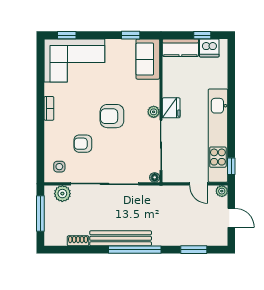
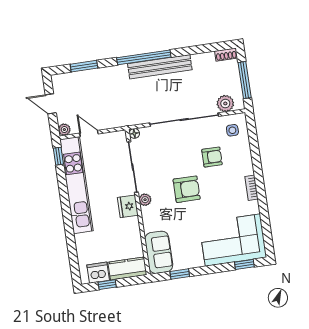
shoe rack: (78, 241) -> (226, 55), moved

